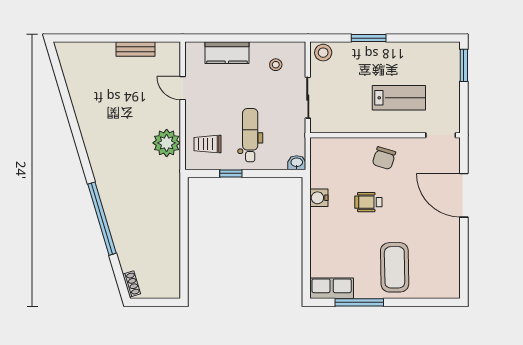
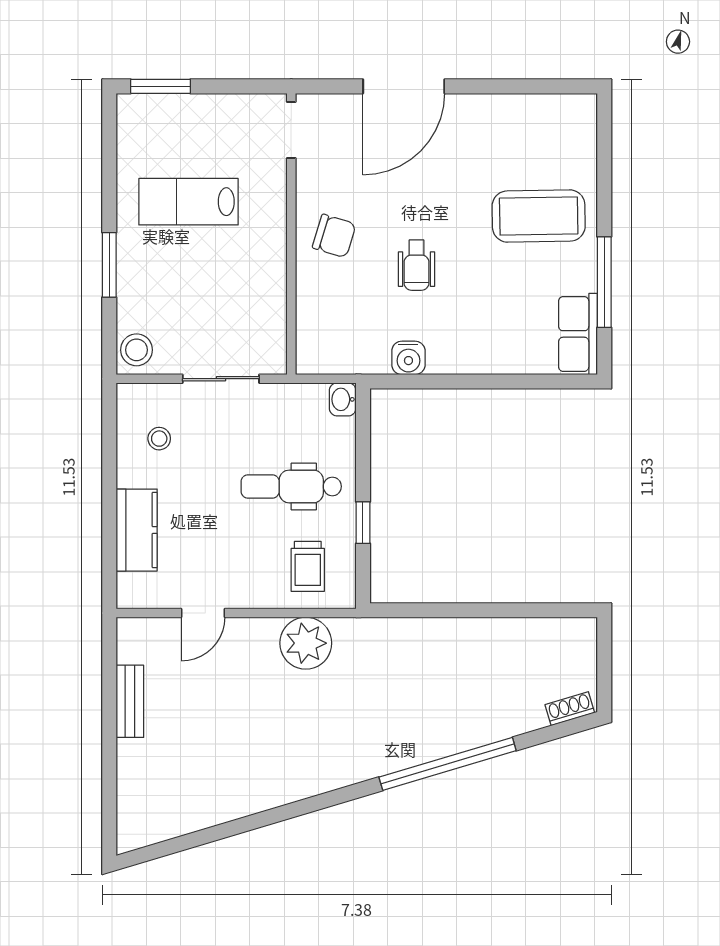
lab bench: (399, 98) -> (189, 202), moved, turned -90

